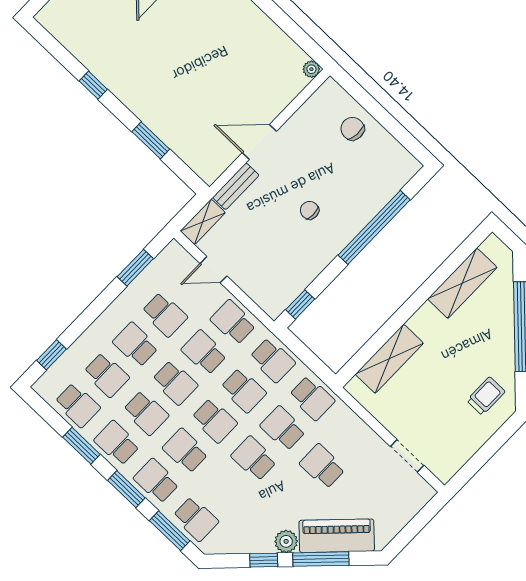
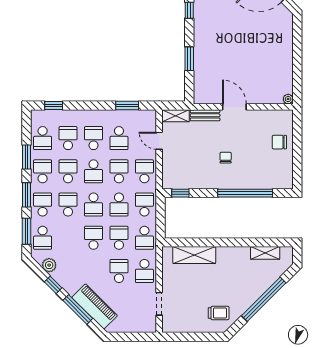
chair: (353, 129) -> (279, 142), turned -94
shelving: (462, 283) -> (265, 253), width x0.67, depth x0.75
school desk: (273, 360) -> (144, 205), turned 180
school desk: (106, 375) -> (68, 138), turned 180
school desk: (146, 413) -> (68, 171), turned 180
school desk: (351, 436) -> (144, 271), added
plant: (286, 541) -> (49, 265), moved

